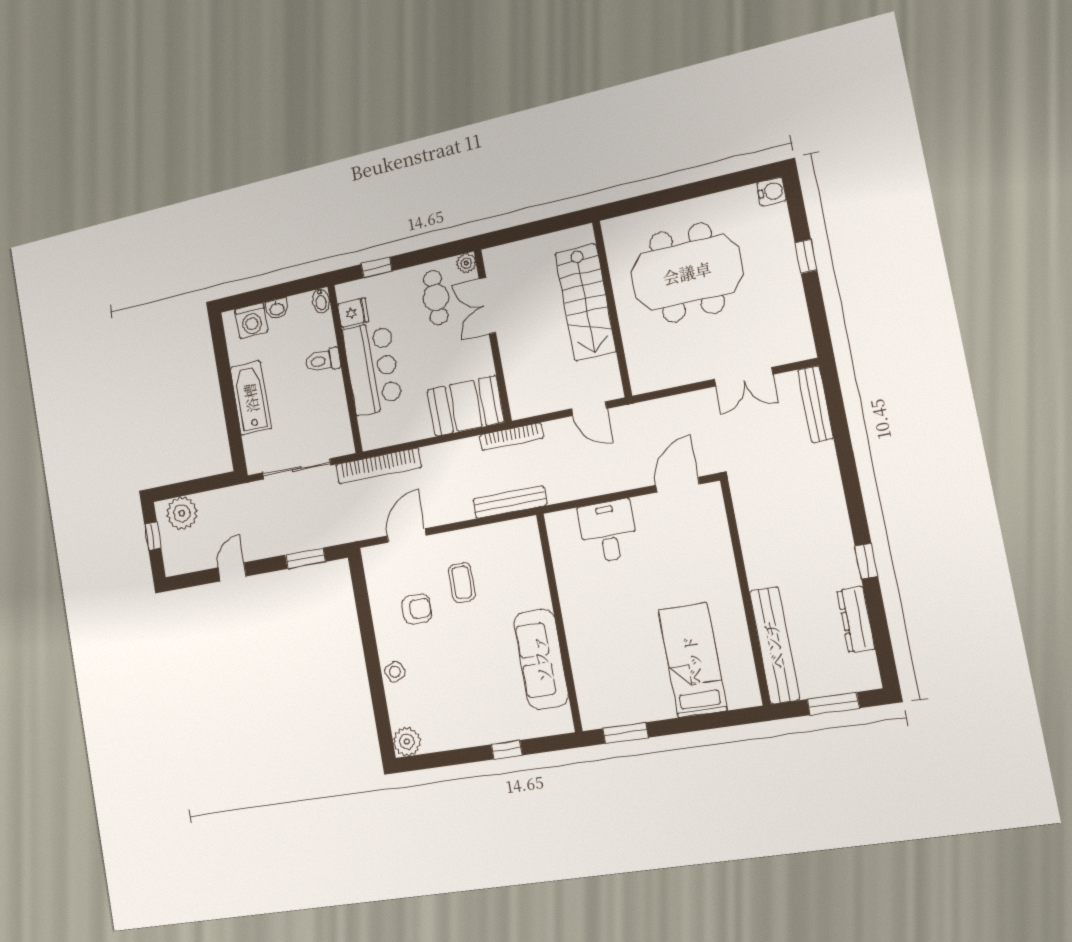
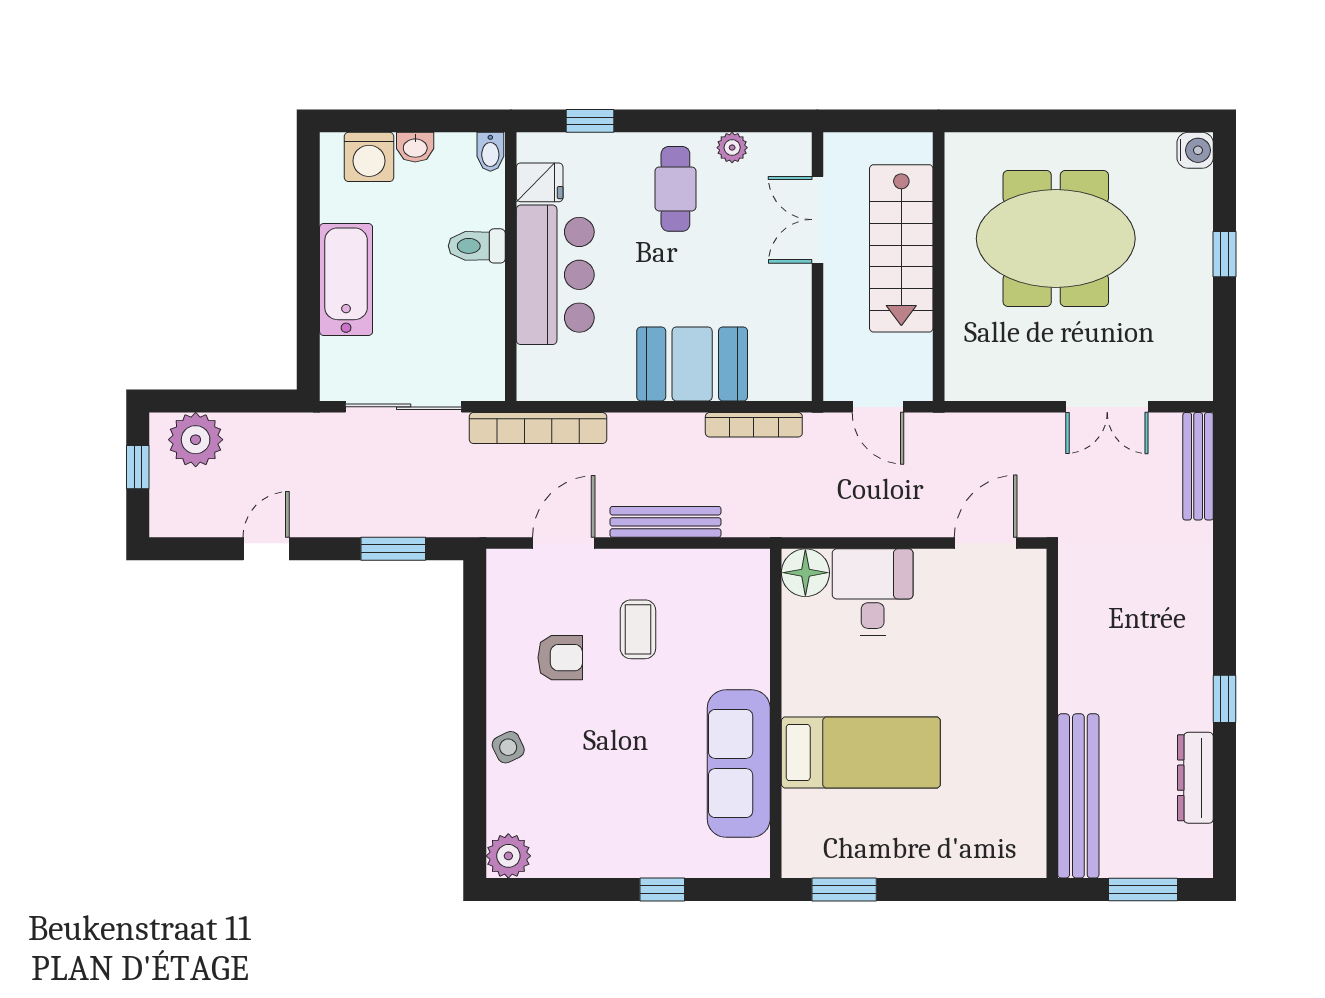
double door: (487, 306) -> (817, 220), moved
wall: (493, 336) -> (817, 267), moved
bench: (510, 502) -> (665, 522), moved
floor lamp: (562, 526) -> (805, 573), added
bed: (693, 660) -> (861, 752), moved, turned 90

